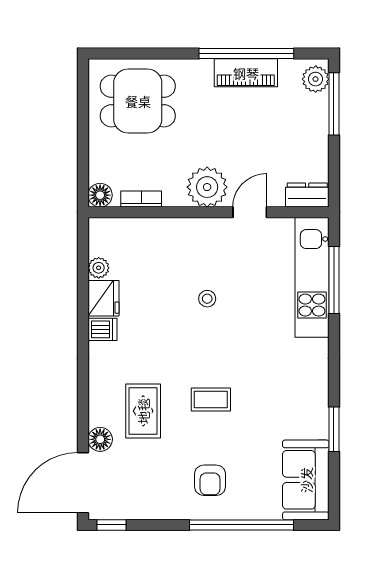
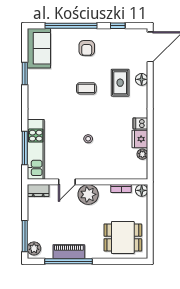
floor lamp: (100, 439) -> (142, 79), moved
armchair: (210, 480) -> (87, 48), turned 180
window: (112, 525) -> (118, 26), moved

